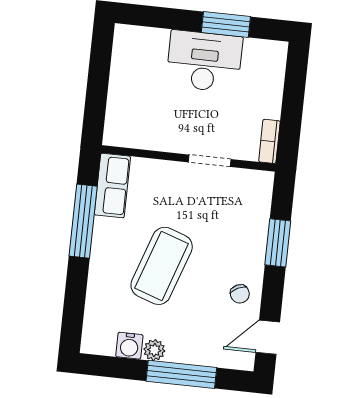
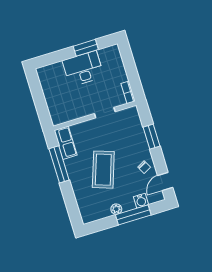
water cooler: (129, 346) -> (141, 201), moved

